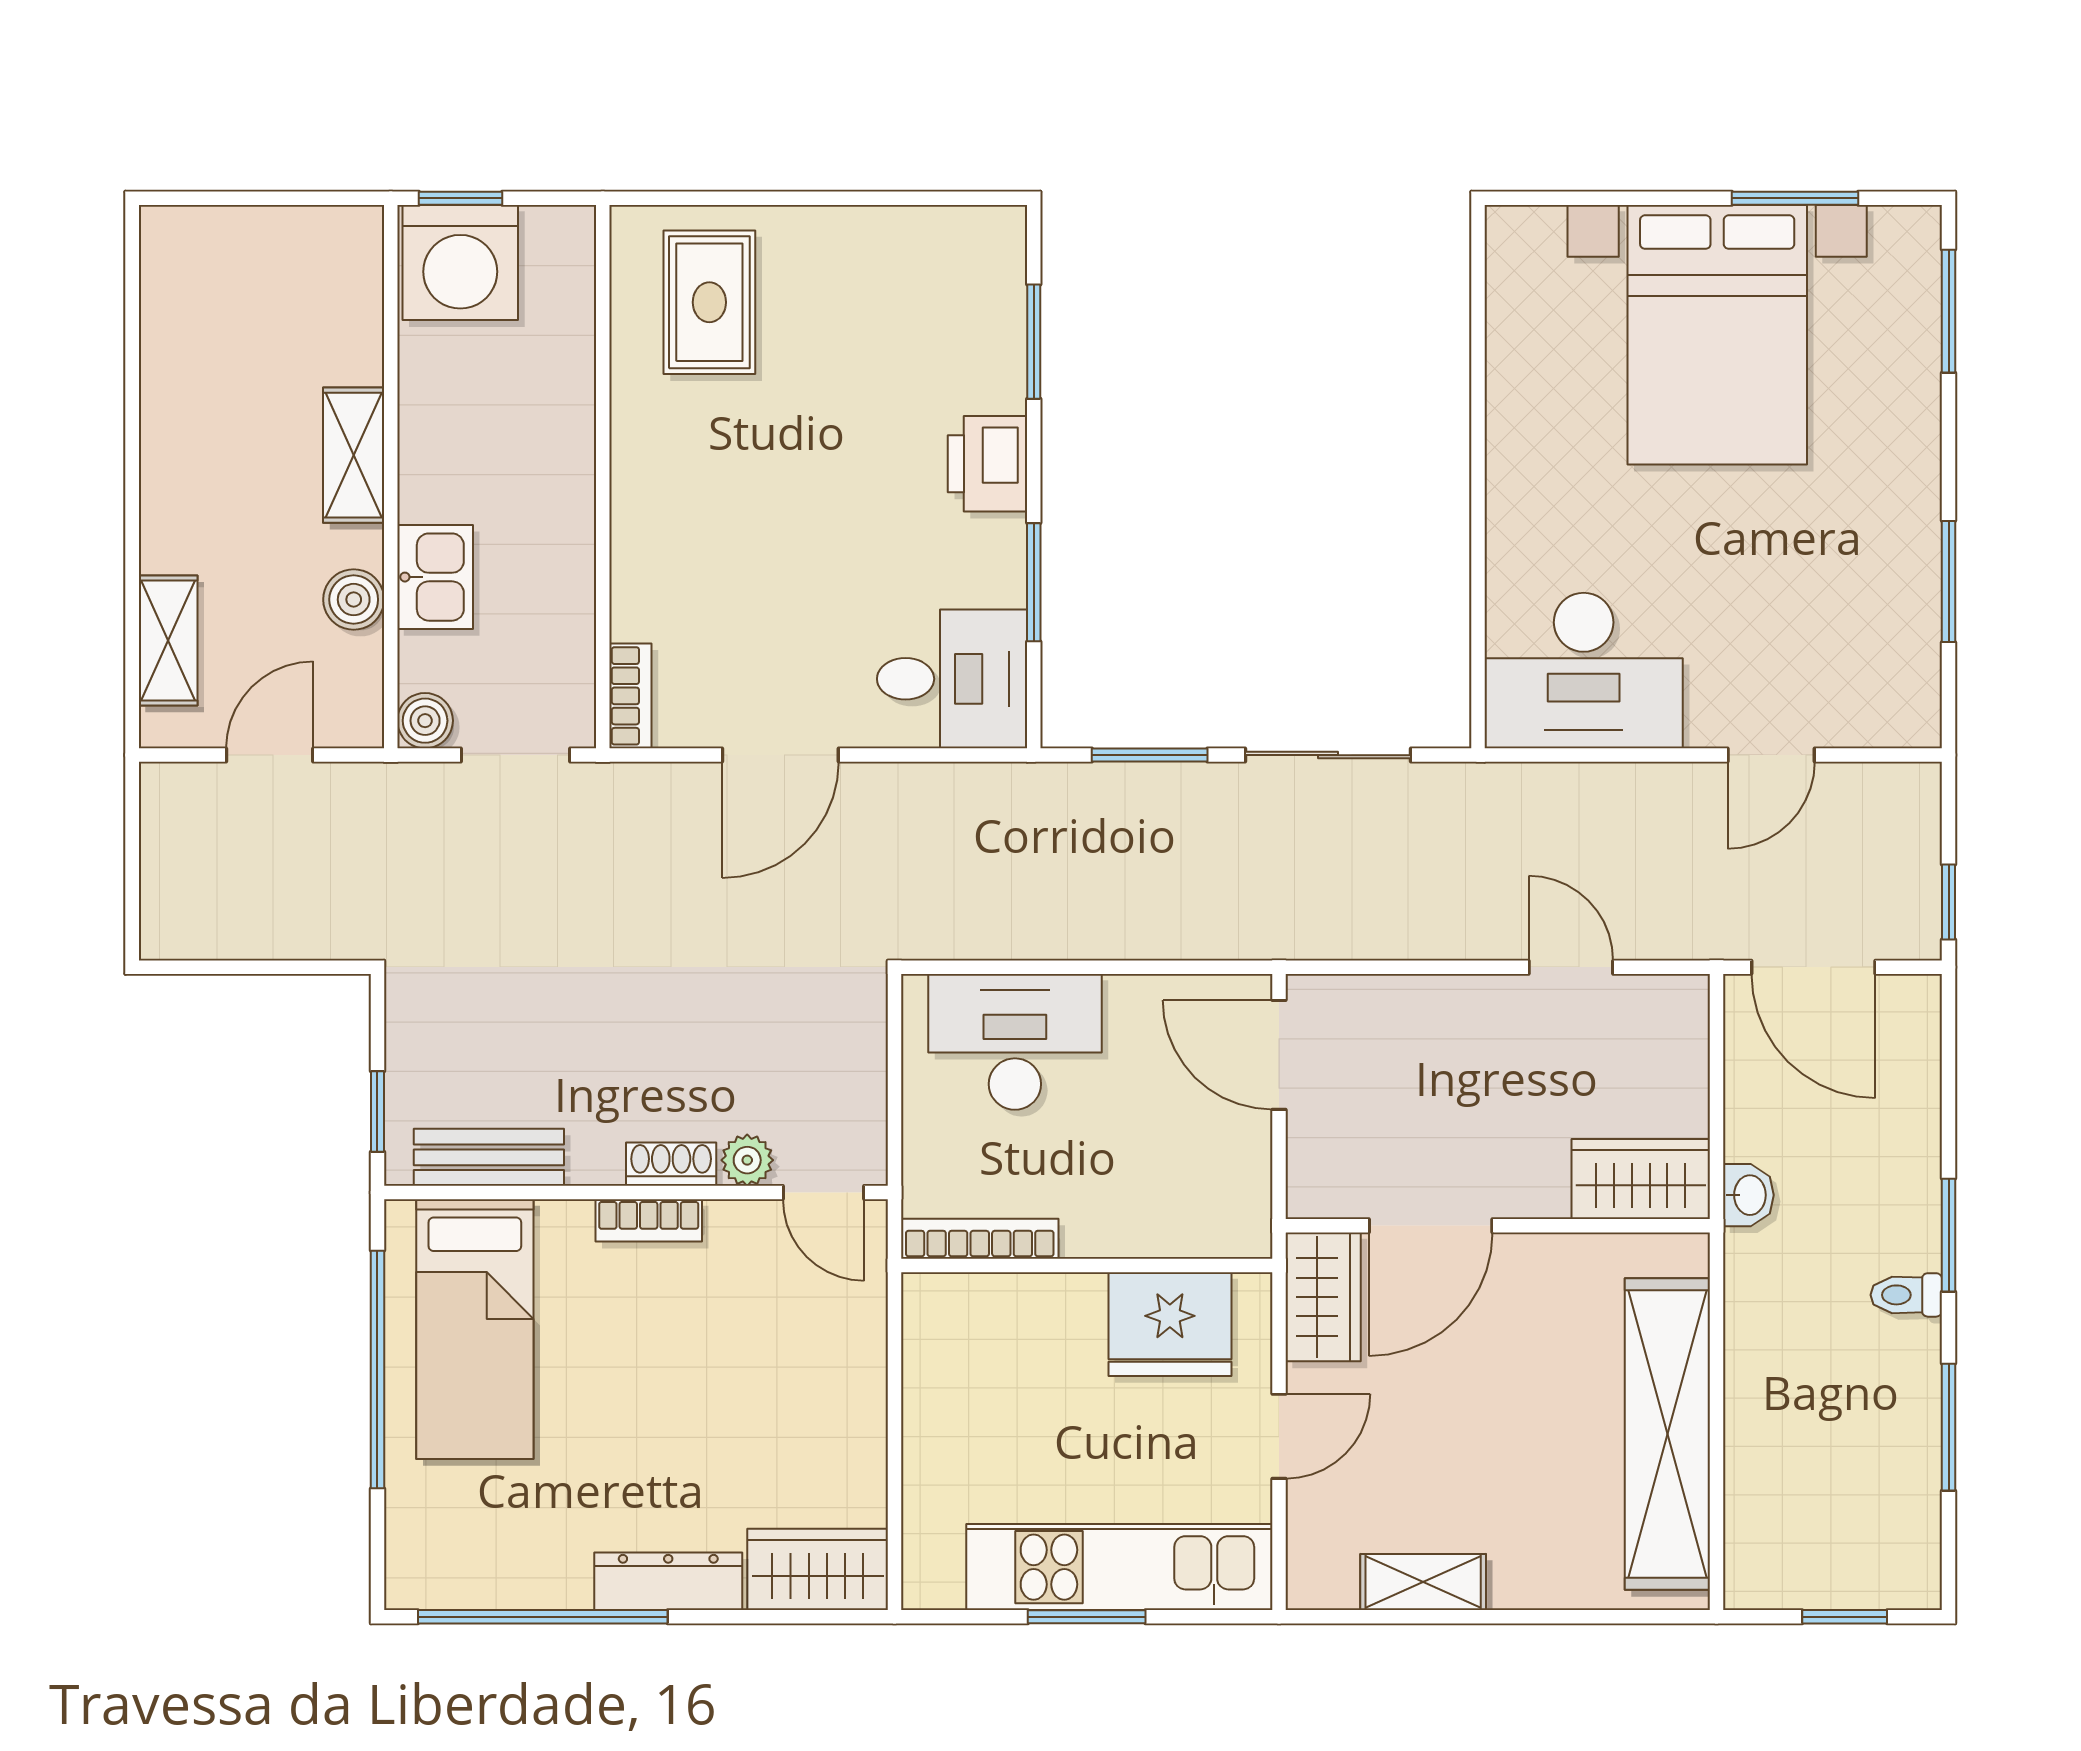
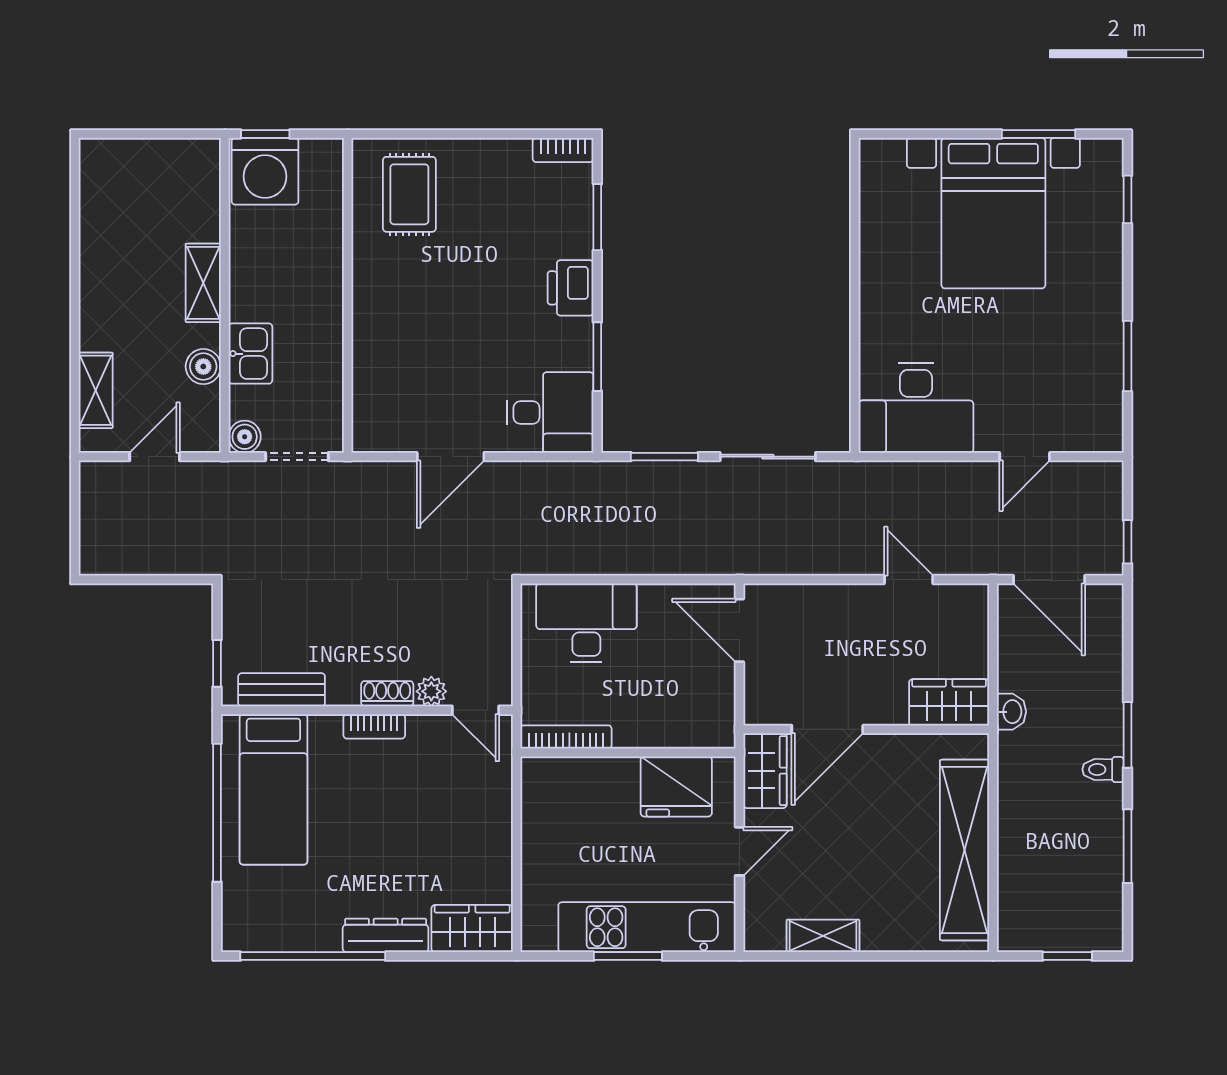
window: (1949, 311) -> (1127, 199), width x0.67
bookcase: (630, 696) -> (563, 150), moved, turned 90

